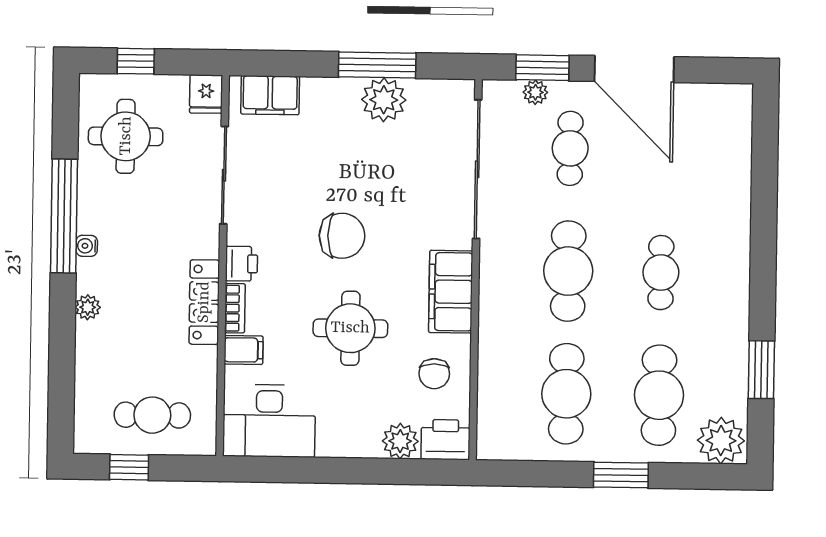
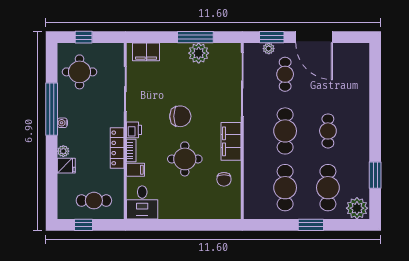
fridge: (206, 94) -> (66, 166), moved, turned -90
desk: (269, 421) -> (142, 202), width x0.73
printer: (446, 440) -> (230, 210), removed
plant: (400, 441) -> (209, 211), removed

